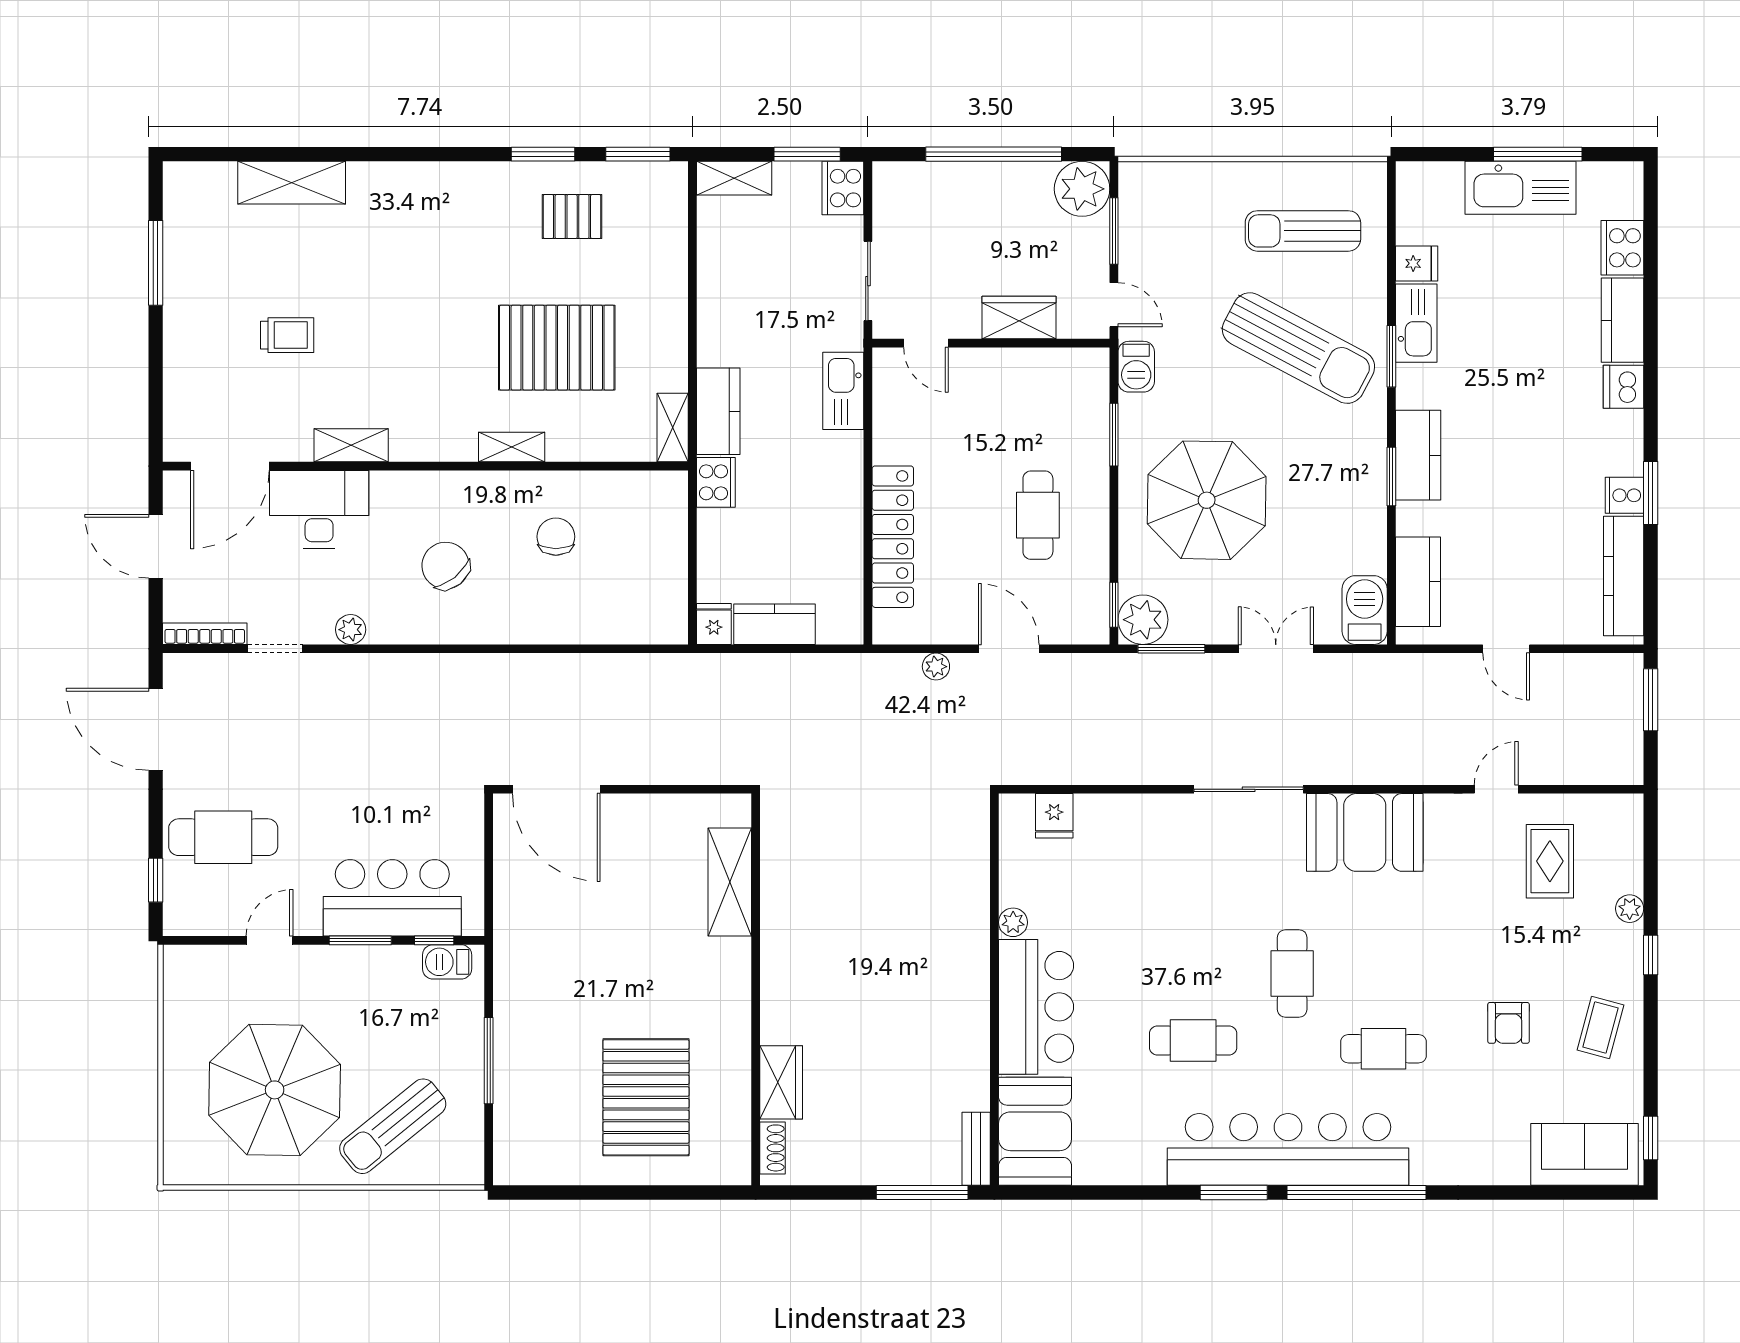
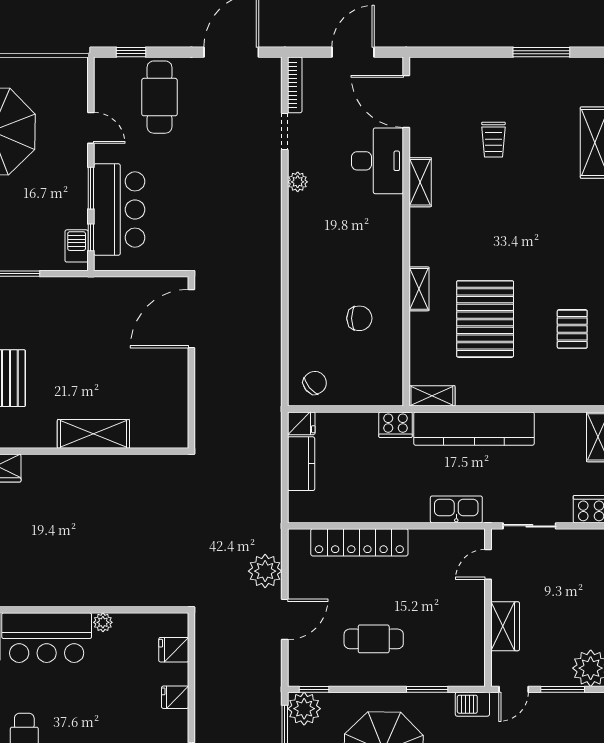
kitchen counter: (718, 411) -> (474, 429), width x2.08, depth x1.17
chair: (446, 566) -> (315, 383), moved, width x0.73, depth x0.73
plant: (936, 667) -> (265, 571), width x1.87, depth x1.87
fridge: (1126, 814) -> (175, 697), added
shelving: (730, 882) -> (93, 434), moved

